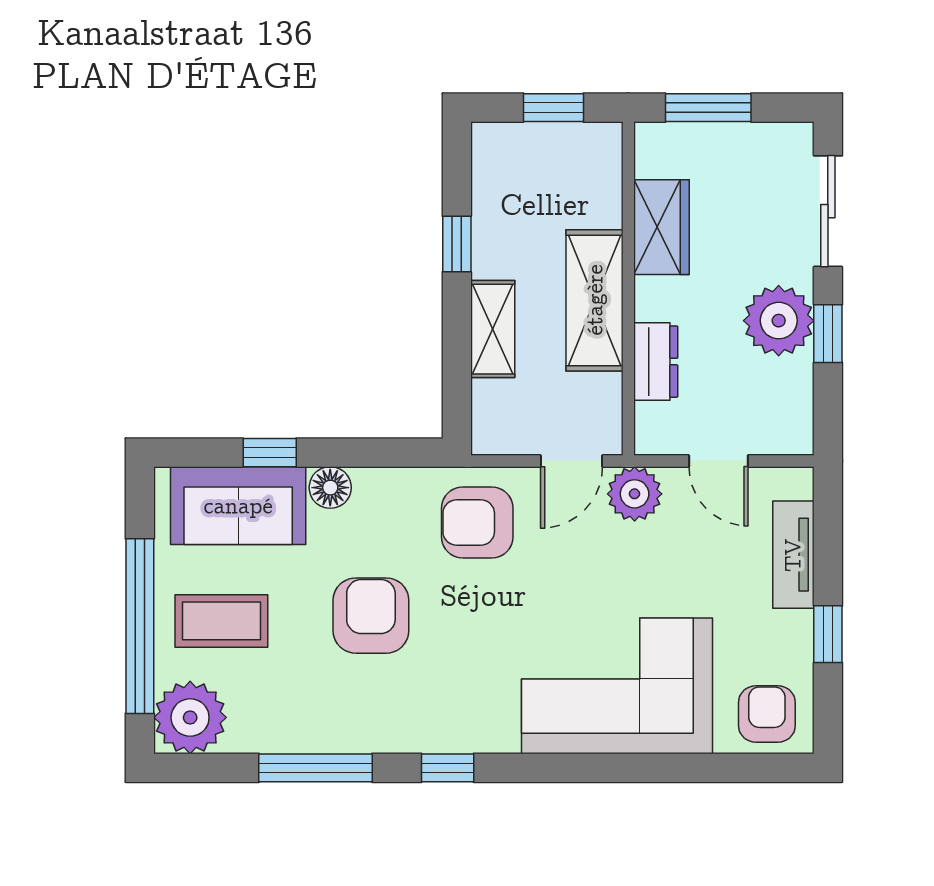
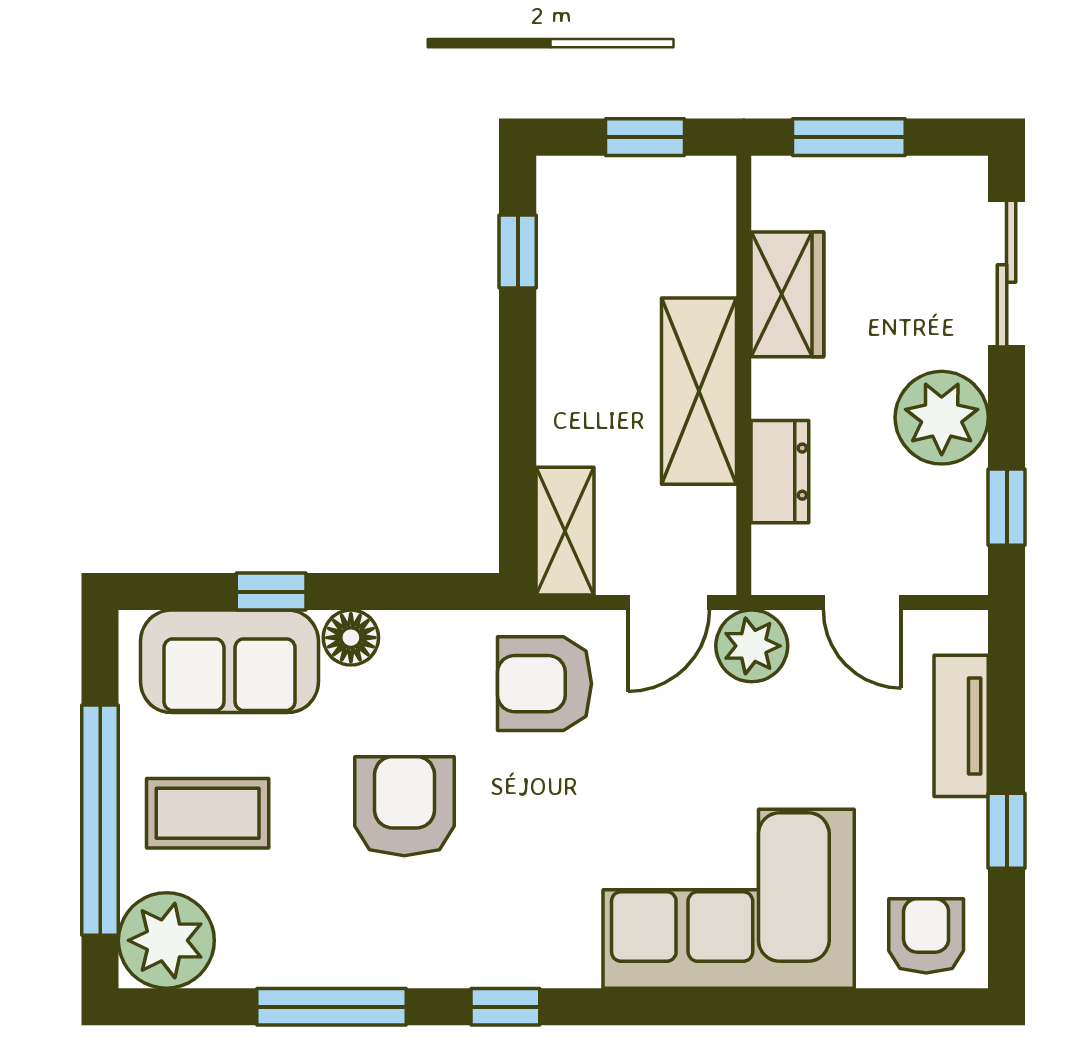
window: (457, 244) -> (518, 252), moved
shelving: (493, 329) -> (565, 531), moved
window: (828, 334) -> (1007, 507), moved

